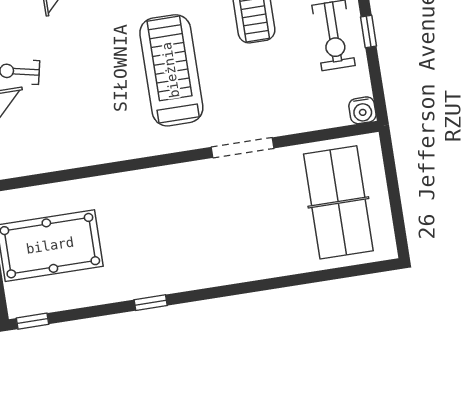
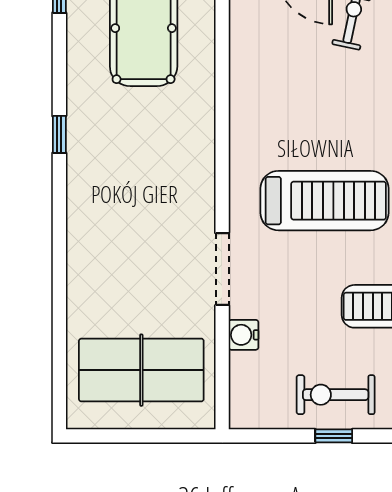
water cooler: (362, 110) -> (244, 335), moved

